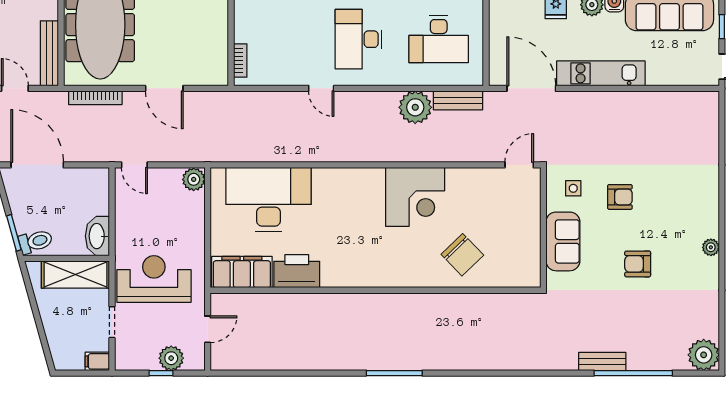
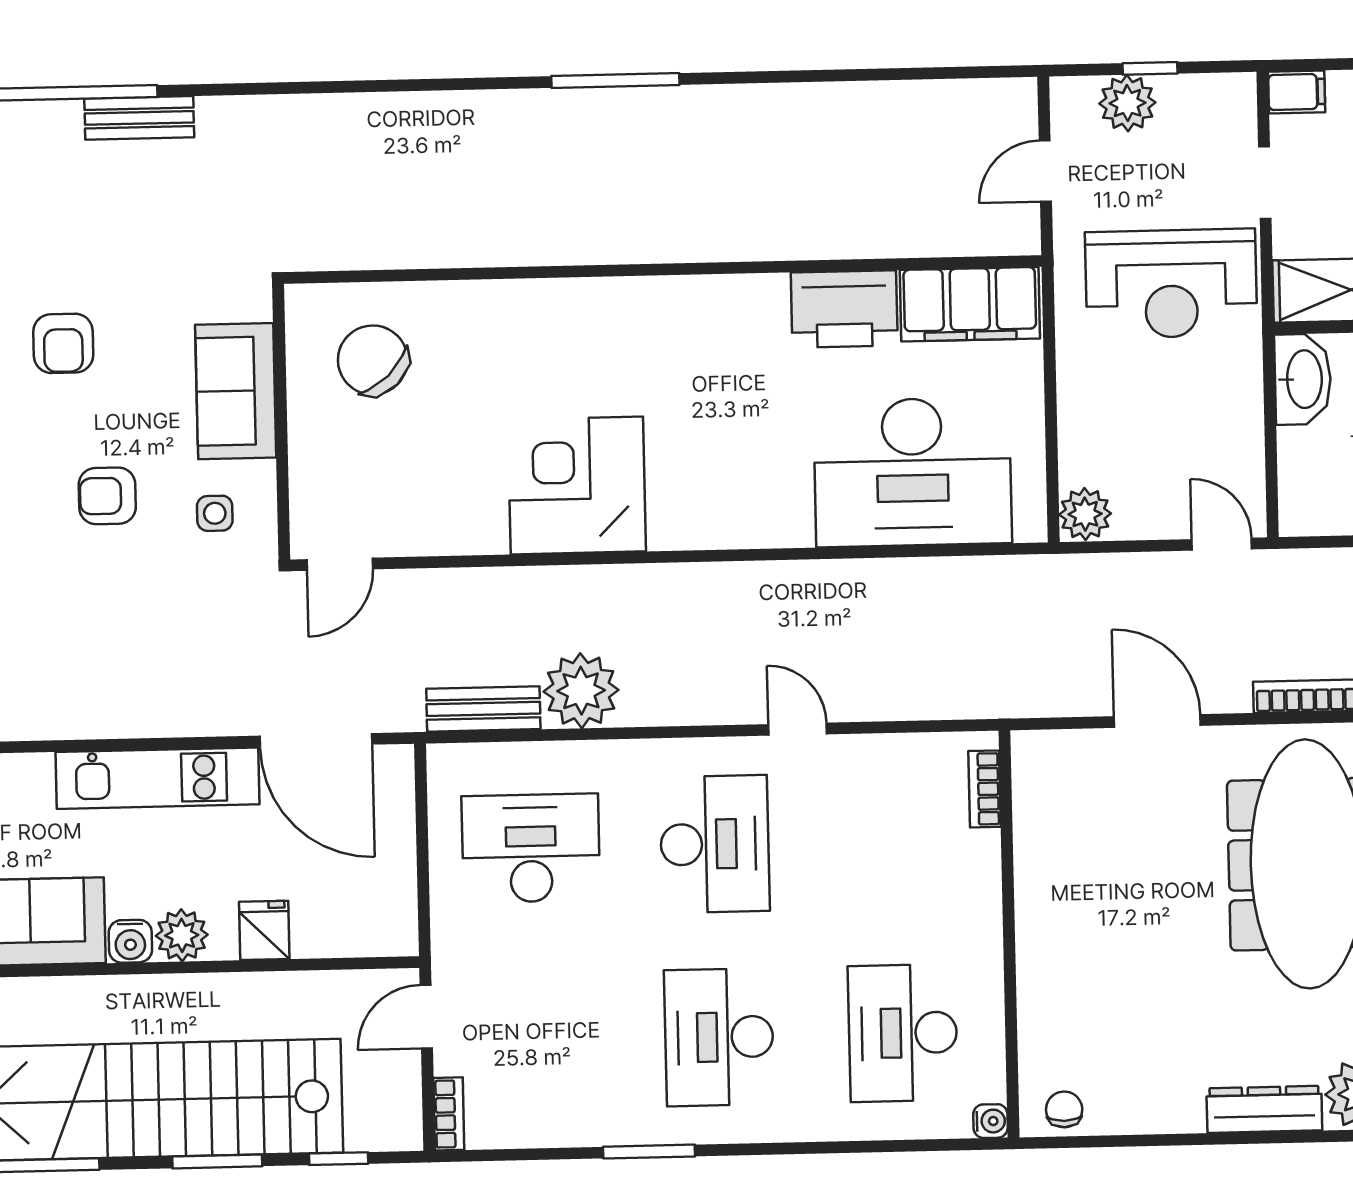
chair: (462, 255) -> (373, 360), moved
armchair: (638, 264) -> (63, 343), turned 90

